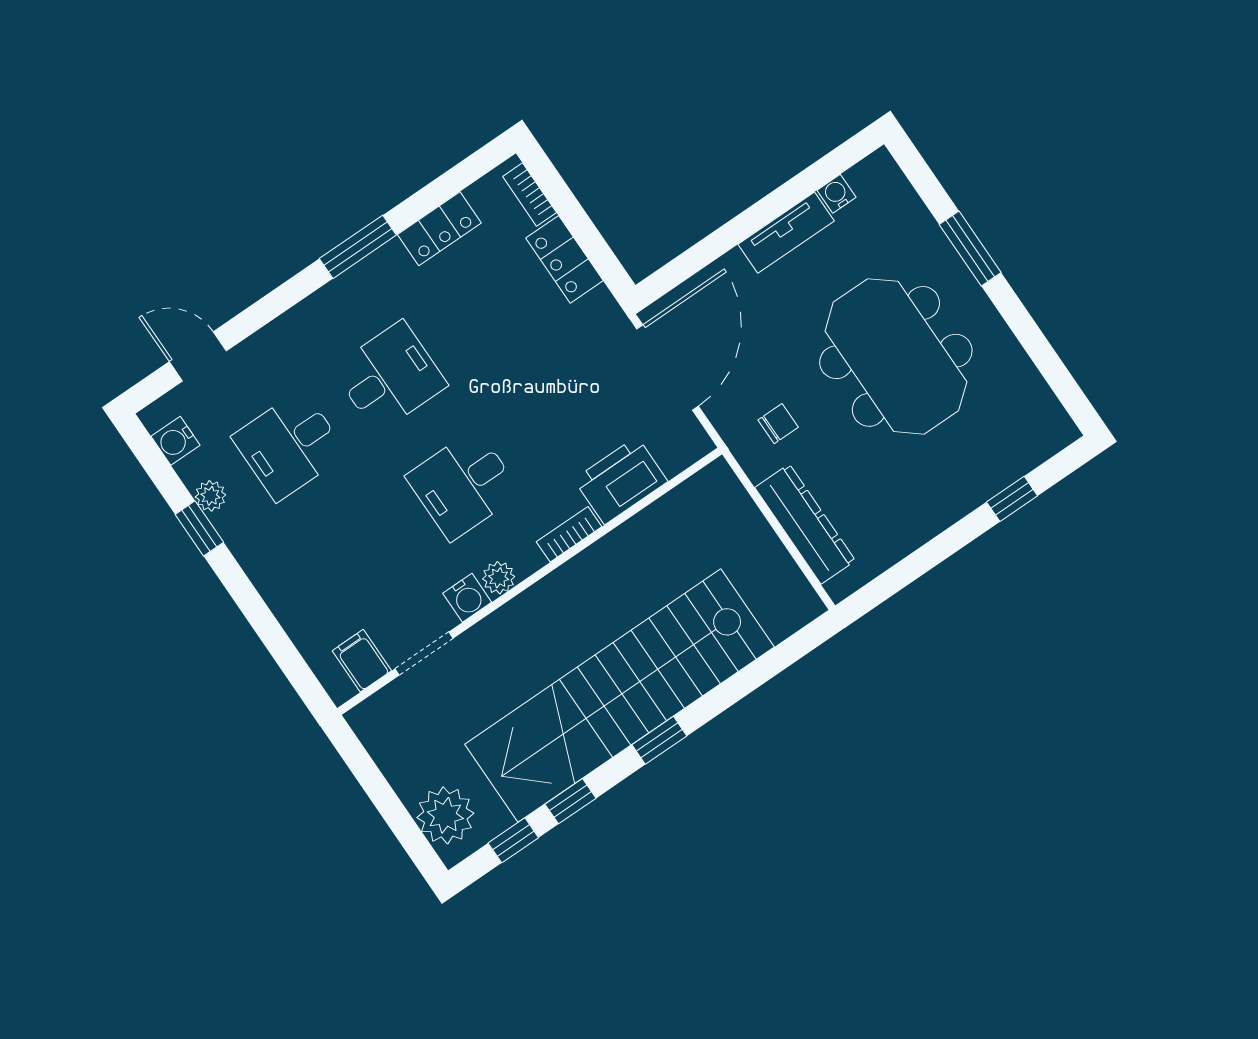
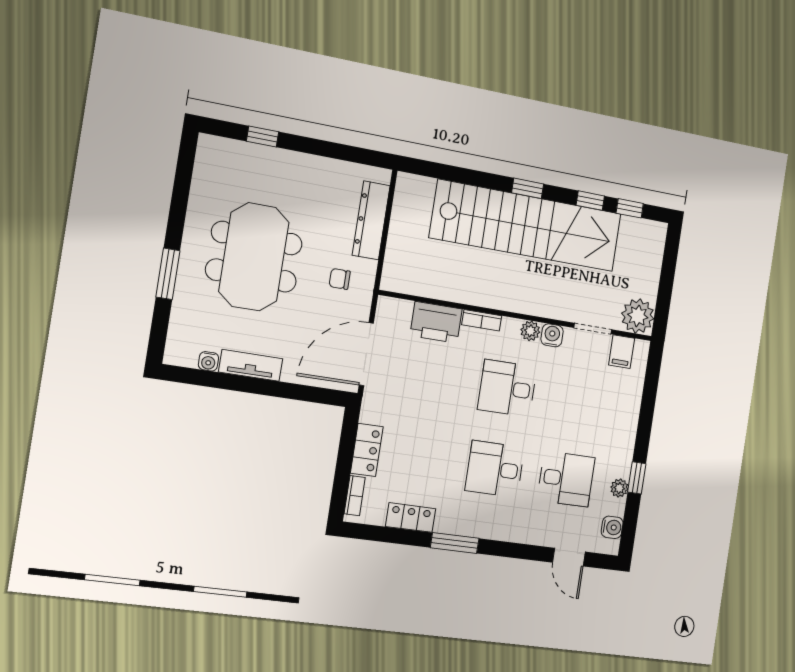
desk: (463, 485) -> (507, 388), turned 180
plant: (445, 815) -> (638, 316), moved

